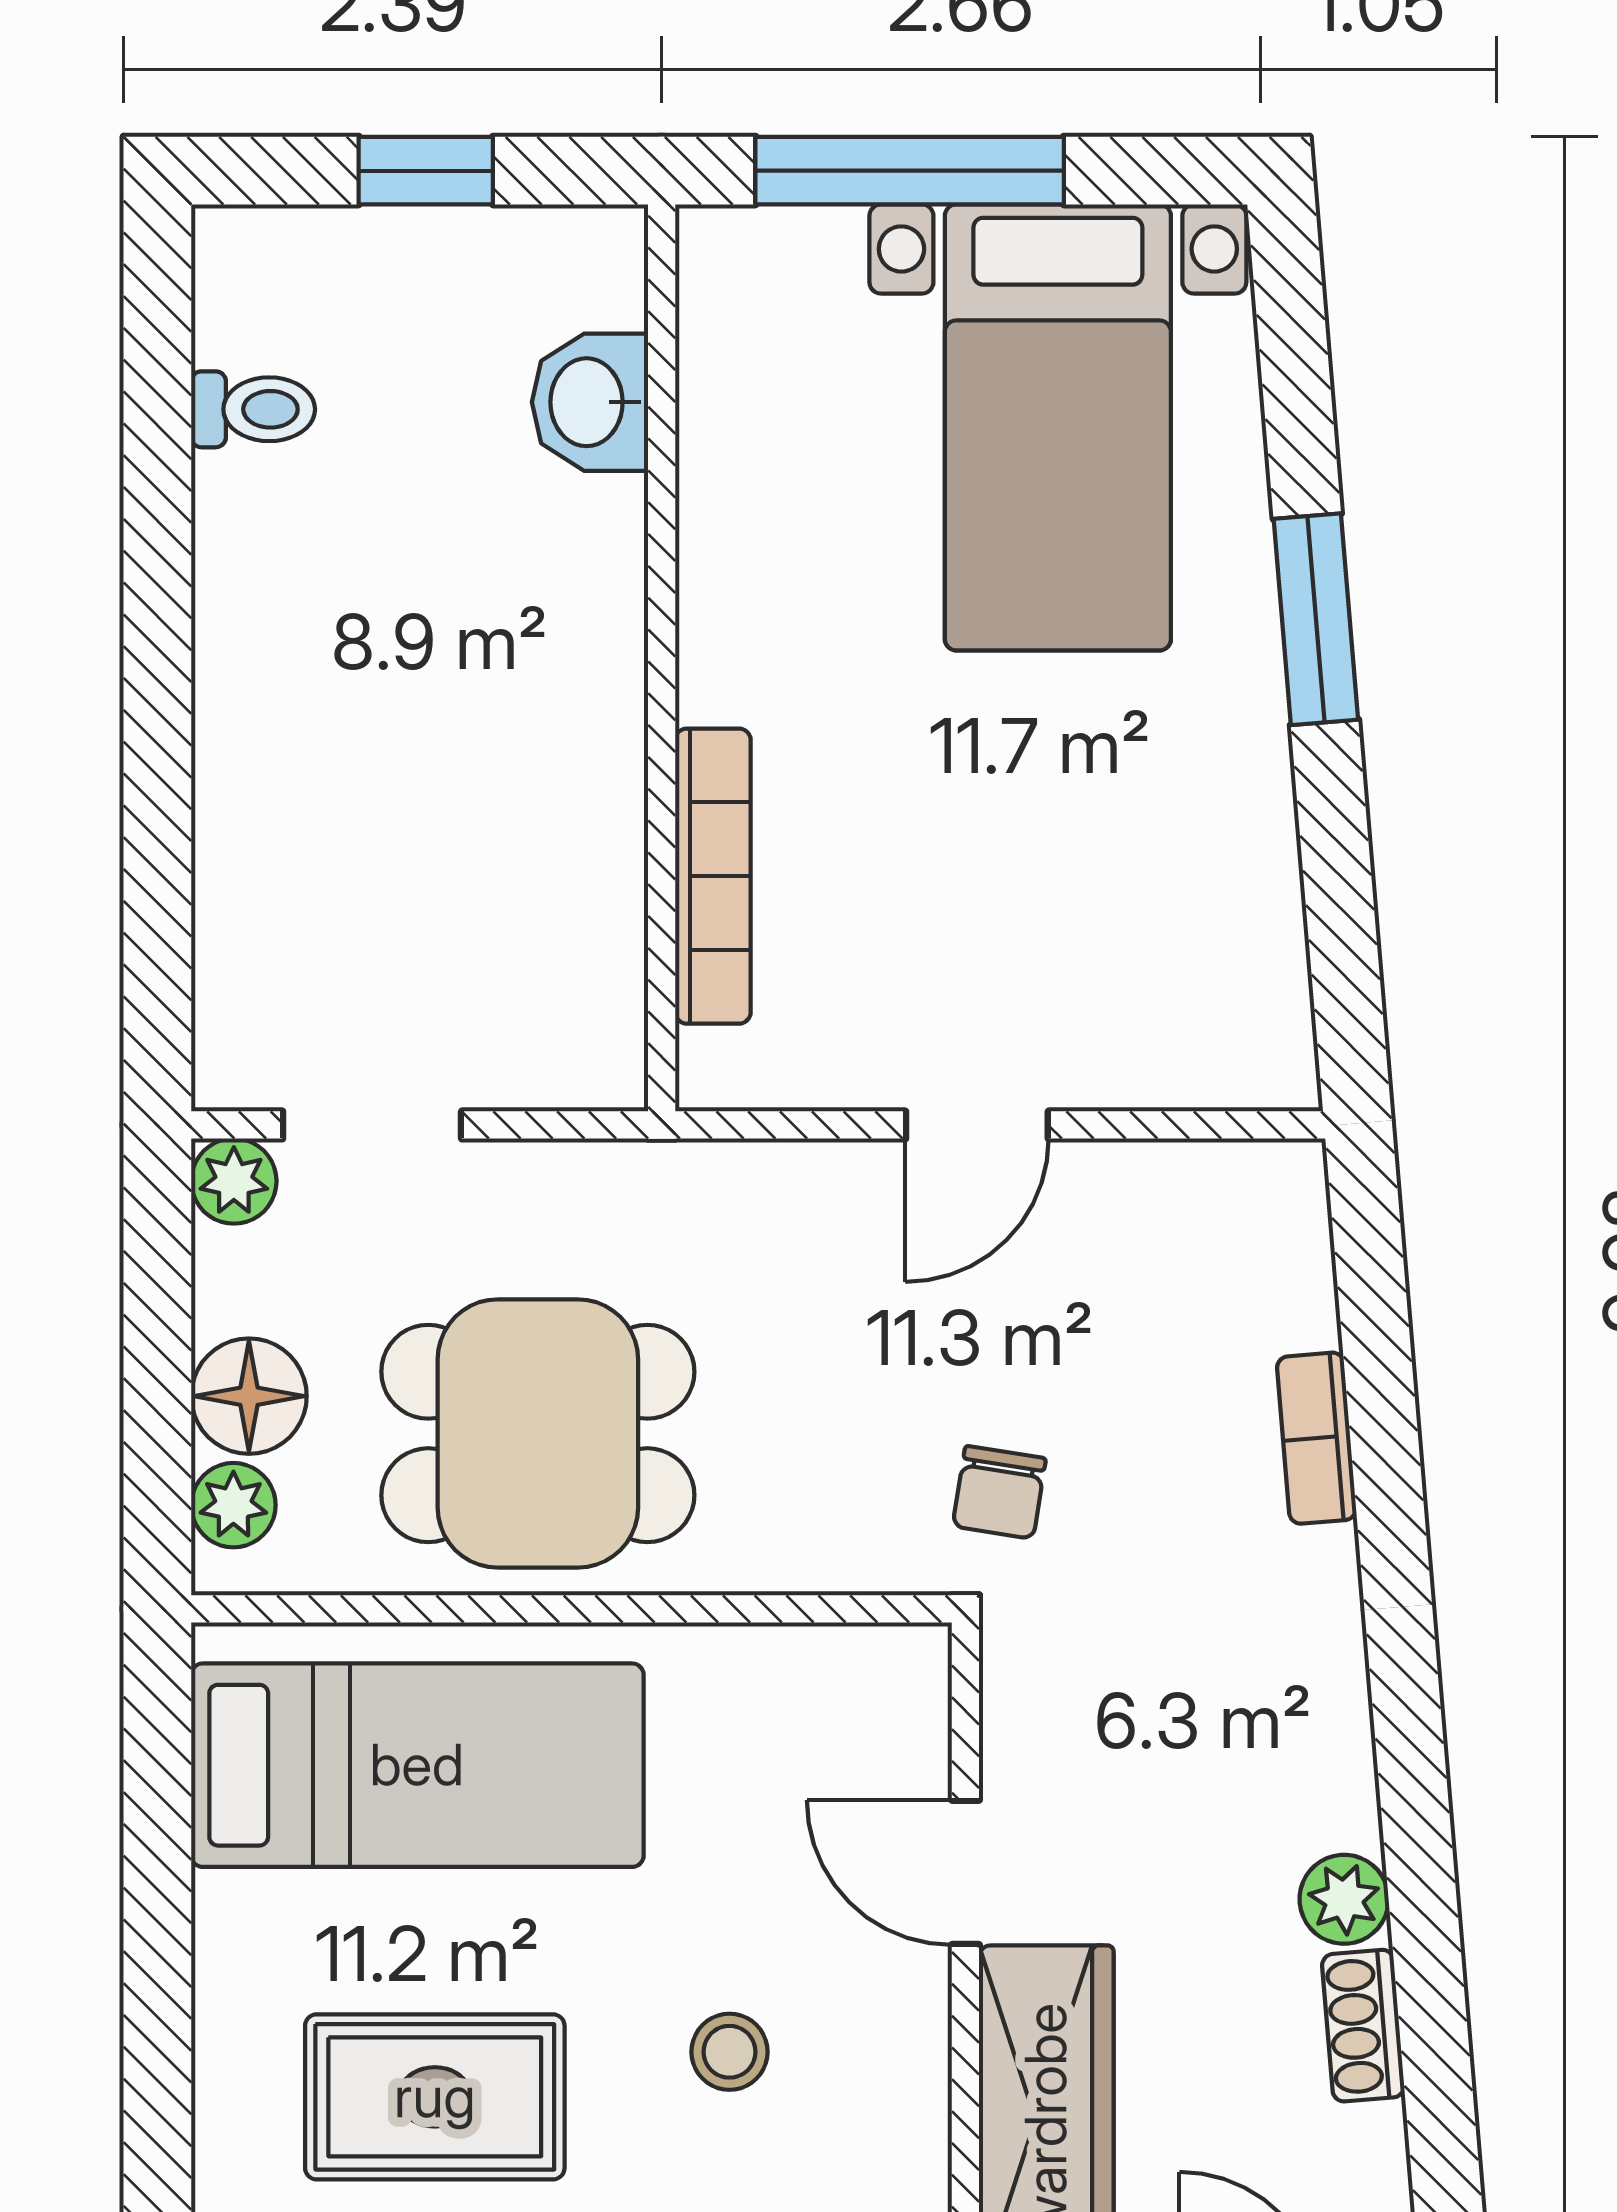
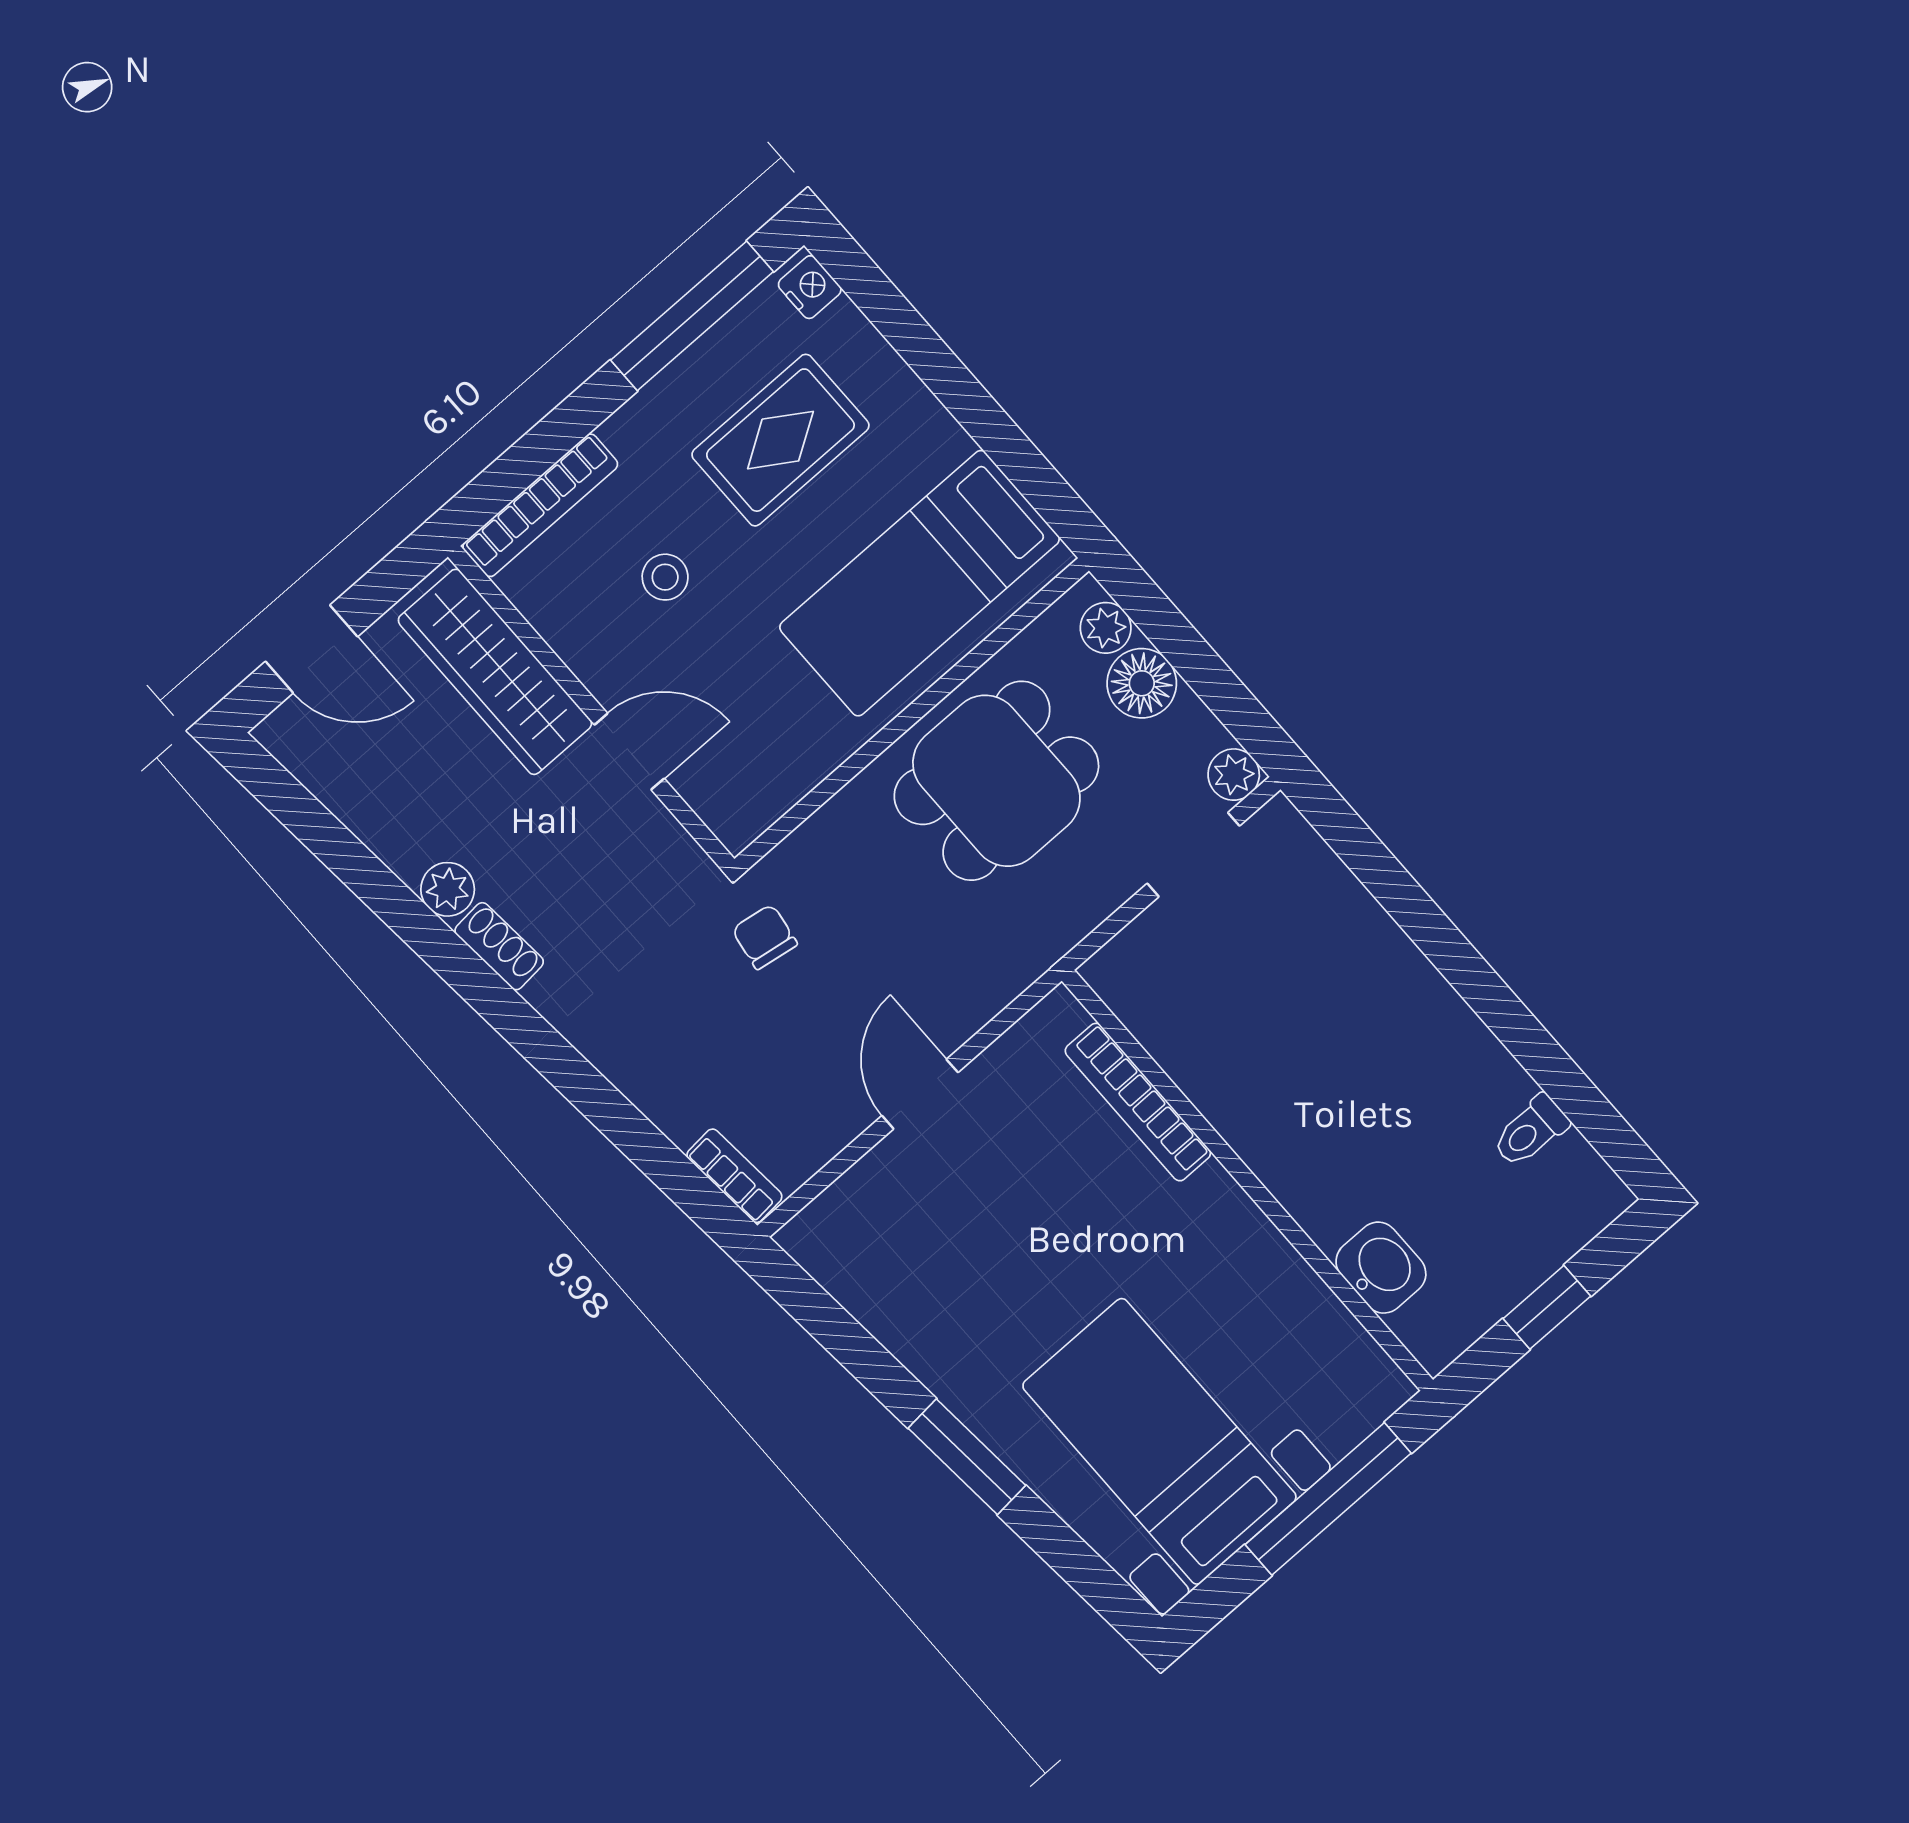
bookcase: (1317, 1438) -> (734, 1176), moved
shoe rack: (1363, 2026) -> (499, 946), moved

